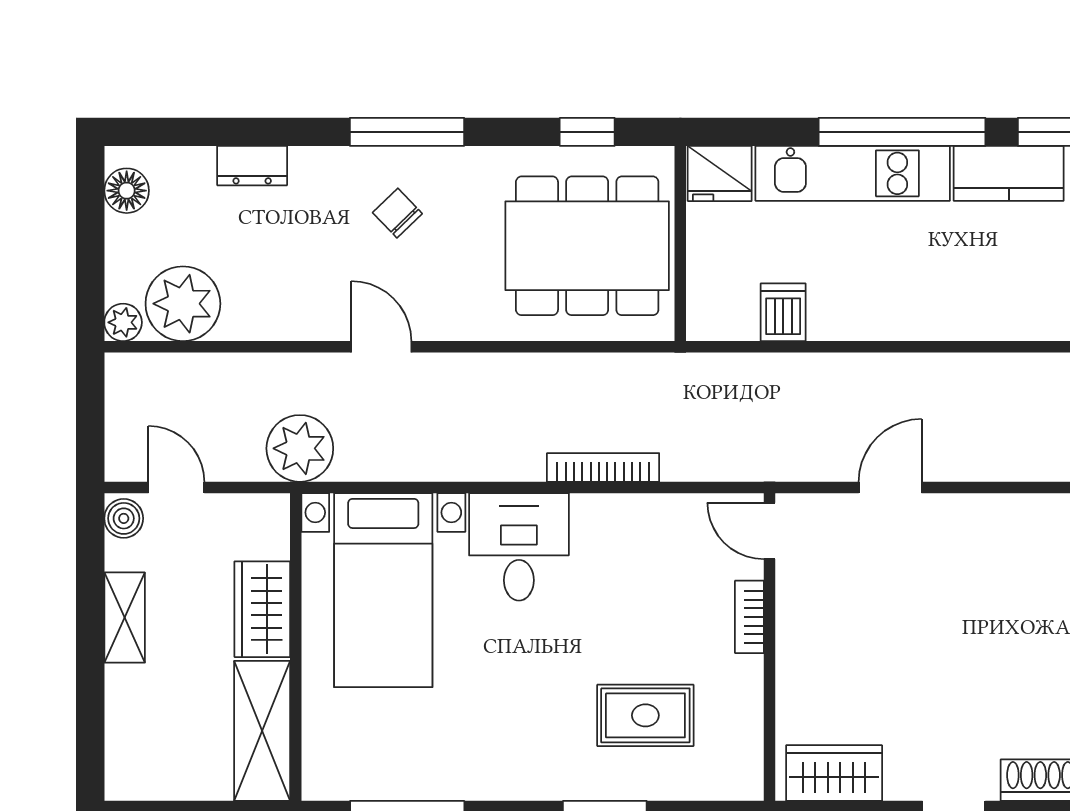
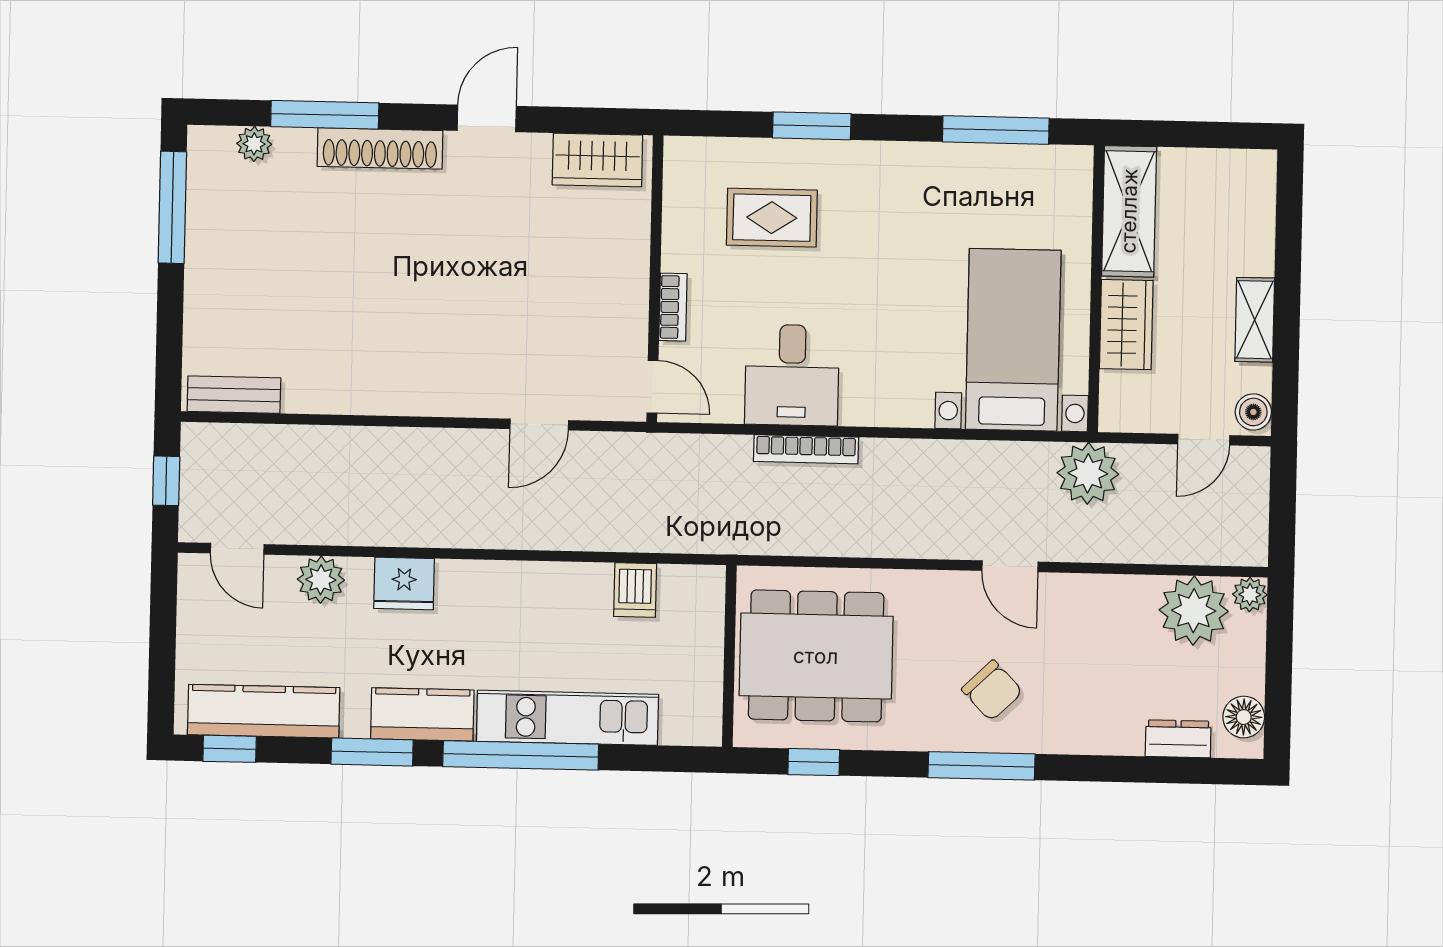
dresser: (252, 166) -> (1178, 739), moved
fridge: (720, 173) -> (404, 584), moved, turned 180
chair: (397, 213) -> (992, 690), width x1.37, depth x1.37
door: (176, 487) -> (1204, 440), hinge flipped
desk: (519, 547) -> (792, 375), moved

